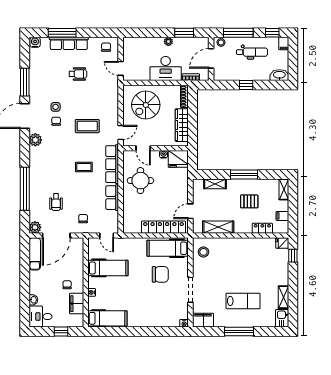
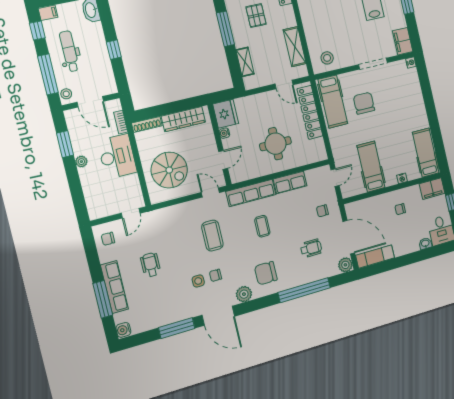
chair: (47, 161) -> (266, 273), added
round table: (140, 181) -> (275, 144), moved
filing cabinet: (77, 304) -> (432, 189), moved

